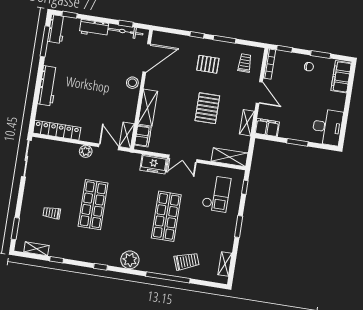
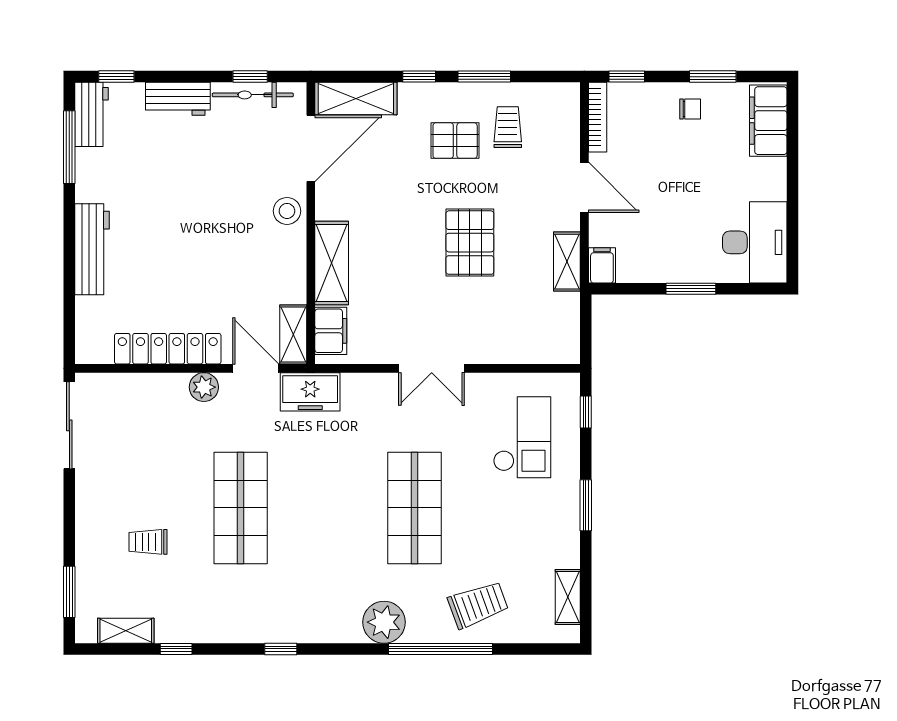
trolley: (245, 63) -> (508, 127), moved
filing cabinet: (267, 128) -> (602, 265), width x0.50
locker: (57, 130) -> (168, 349), moved
shelving: (230, 157) -> (356, 99), moved
freezer: (154, 164) -> (310, 392), moved
plant: (130, 260) -> (384, 622), moved

